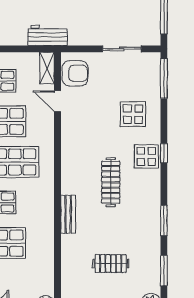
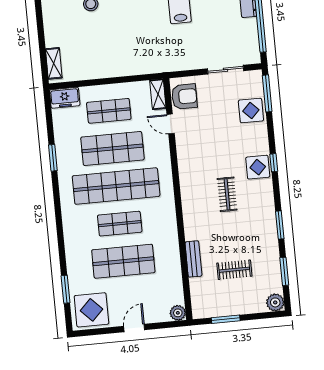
workbench: (48, 35) -> (155, 64), removed
display table: (133, 114) -> (251, 111), moved
clothes rail: (111, 182) -> (227, 194), width x0.73
bench: (68, 214) -> (193, 259), moved

